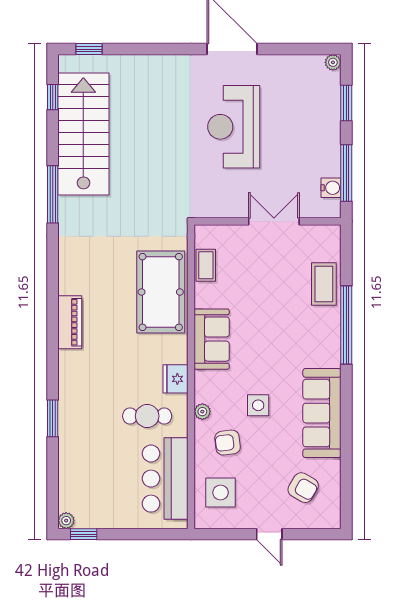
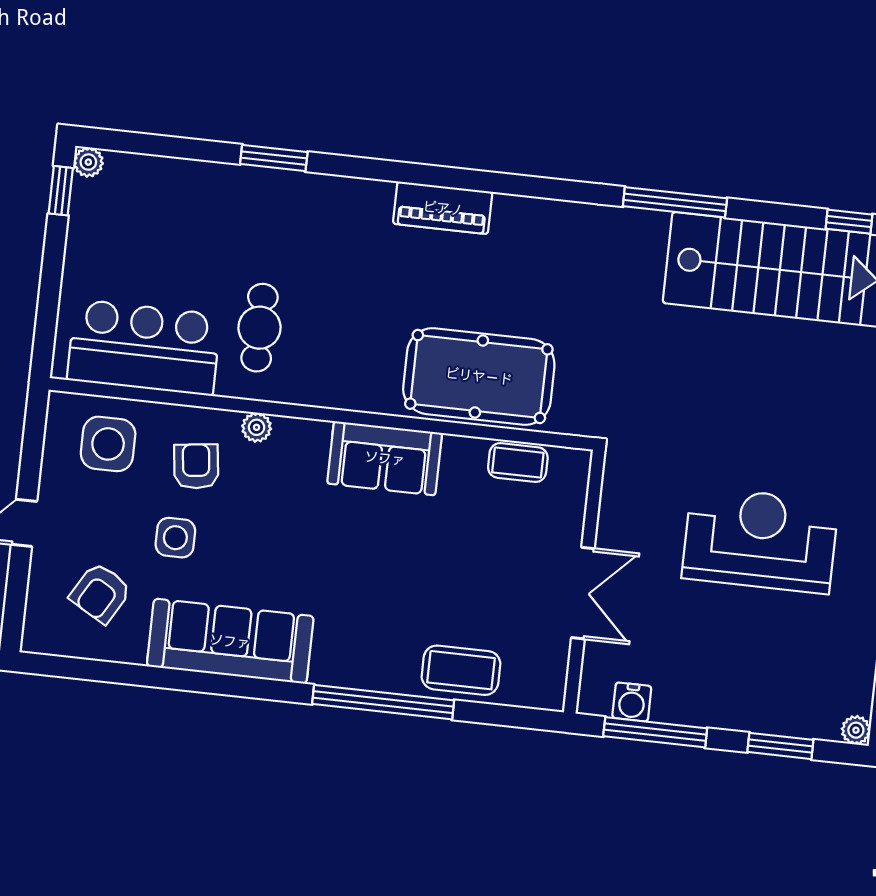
fridge: (175, 379) -> (320, 386), removed
side table: (258, 405) -> (175, 538), moved

